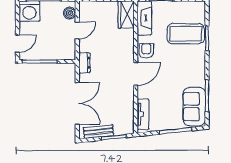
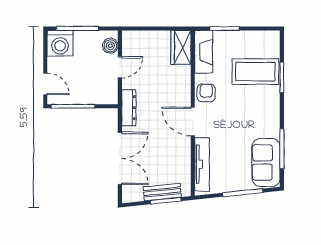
door: (18, 44) -> (45, 84), hinge flipped
dresser: (84, 63) -> (129, 108), width x1.44
door: (136, 74) -> (193, 122), swing flipped
tv unit: (143, 114) -> (202, 164), width x1.41
bench: (99, 132) -> (162, 192), moved

